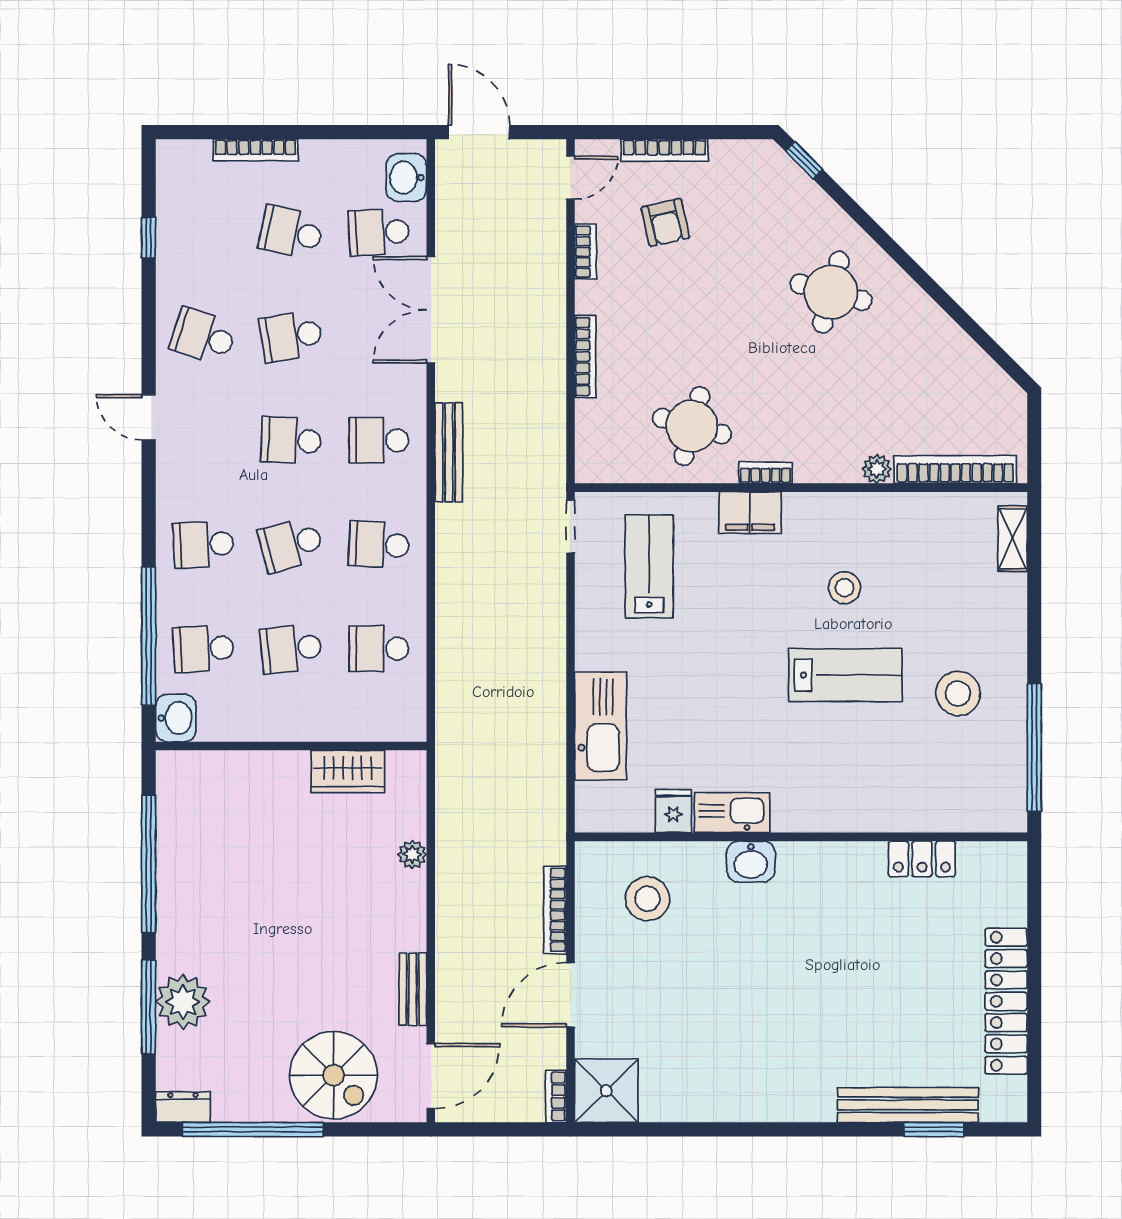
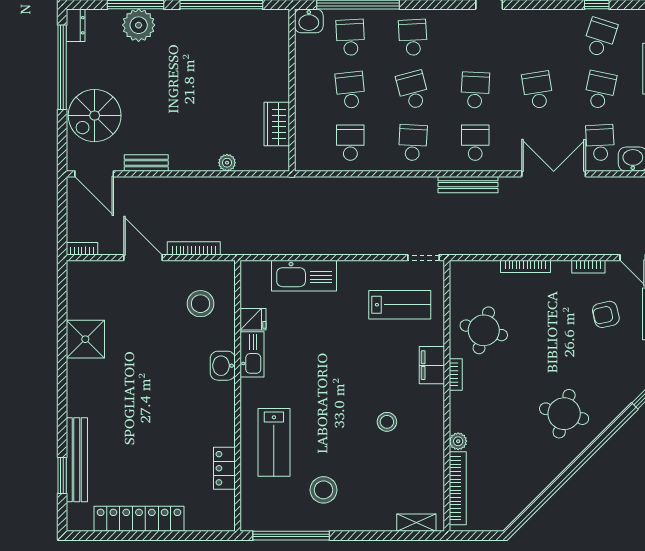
school desk: (203, 336) -> (600, 37), moved
lab bench: (846, 675) -> (274, 442), moved
shower: (606, 1091) -> (85, 339), moved

